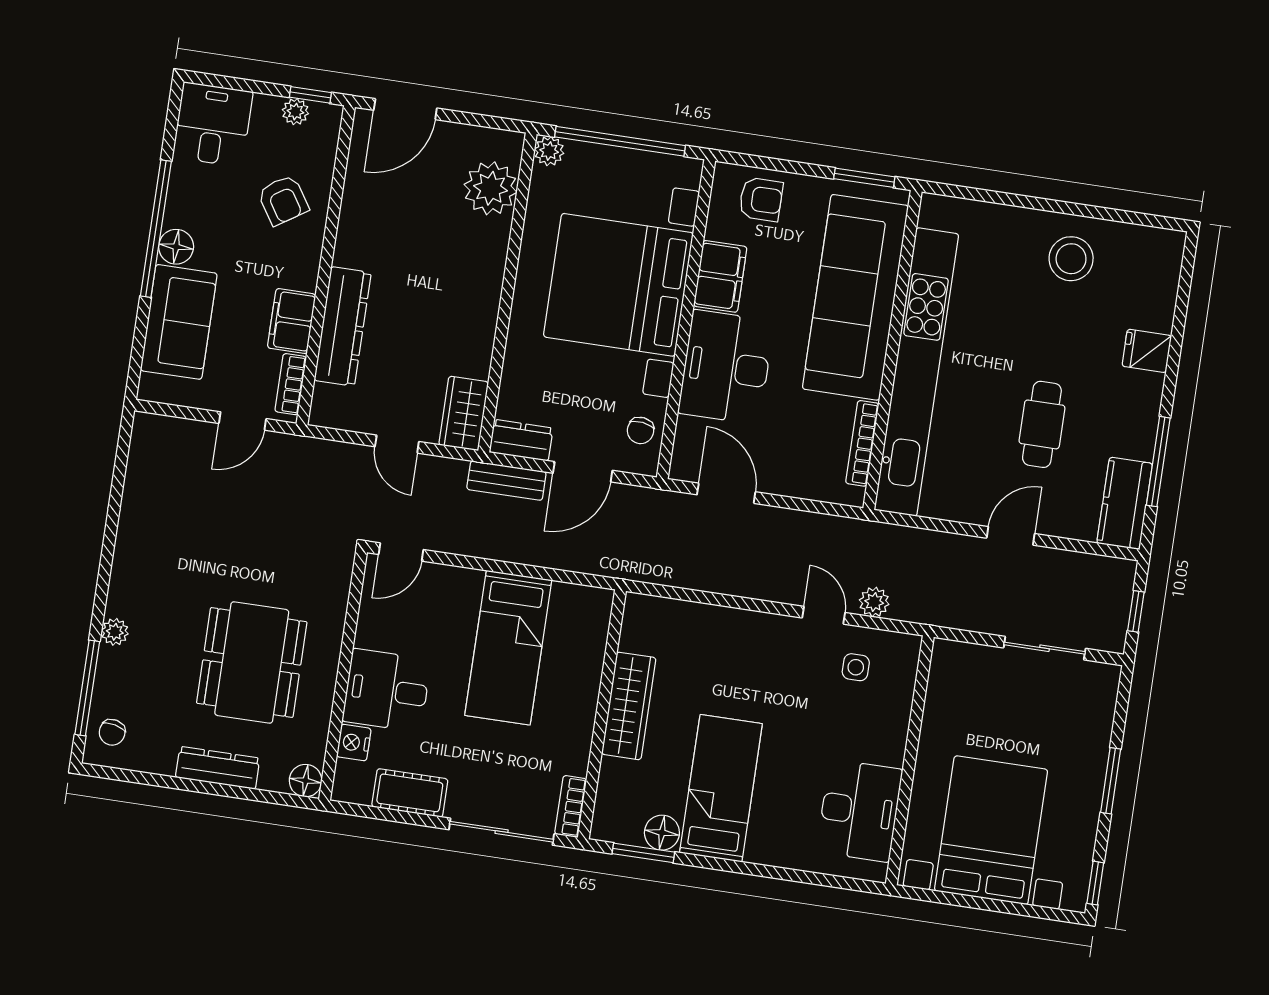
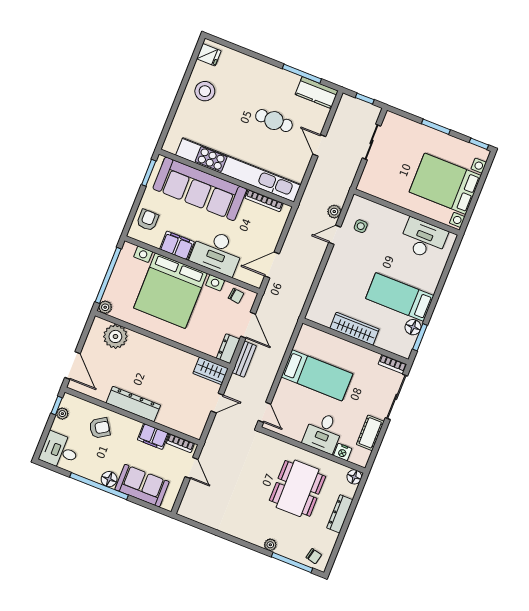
dresser: (343, 326) -> (133, 404), moved
fridge: (1147, 351) -> (209, 55), moved, turned -90
dining table: (252, 662) -> (298, 488), turned 90

